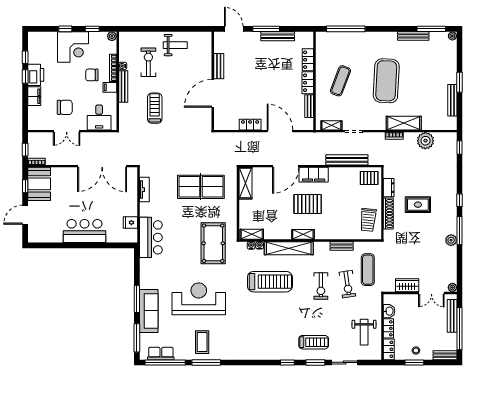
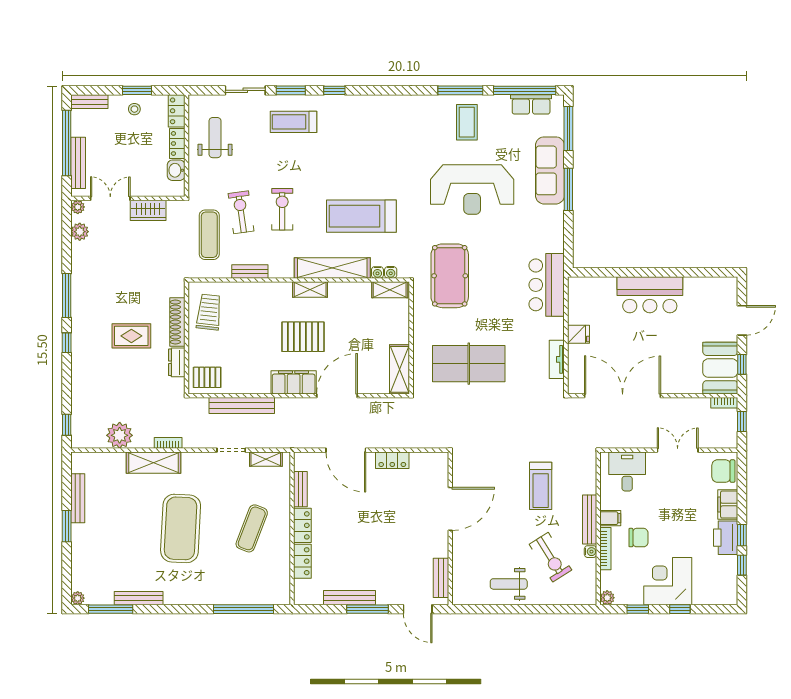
exercise bike: (148, 62) -> (550, 557), turned -32
bench: (219, 66) -> (441, 578), moved
chair: (65, 107) -> (723, 471), moved
fridge: (130, 223) -> (578, 334), moved
plant: (451, 240) -> (80, 232), moved

